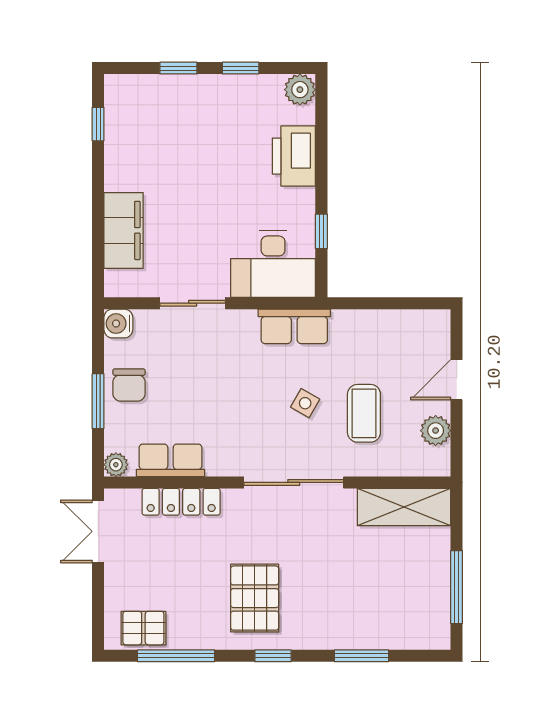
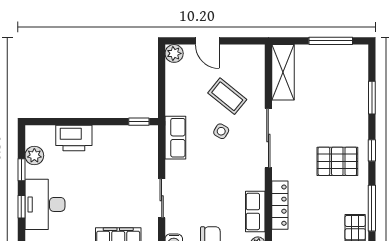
plant: (300, 90) -> (34, 156), moved
window: (321, 231) -> (139, 122), moved
desk: (273, 264) -> (45, 204), moved, turned 180
coffee table: (364, 413) -> (227, 96), turned 39
plant: (436, 431) -> (174, 53), moved

